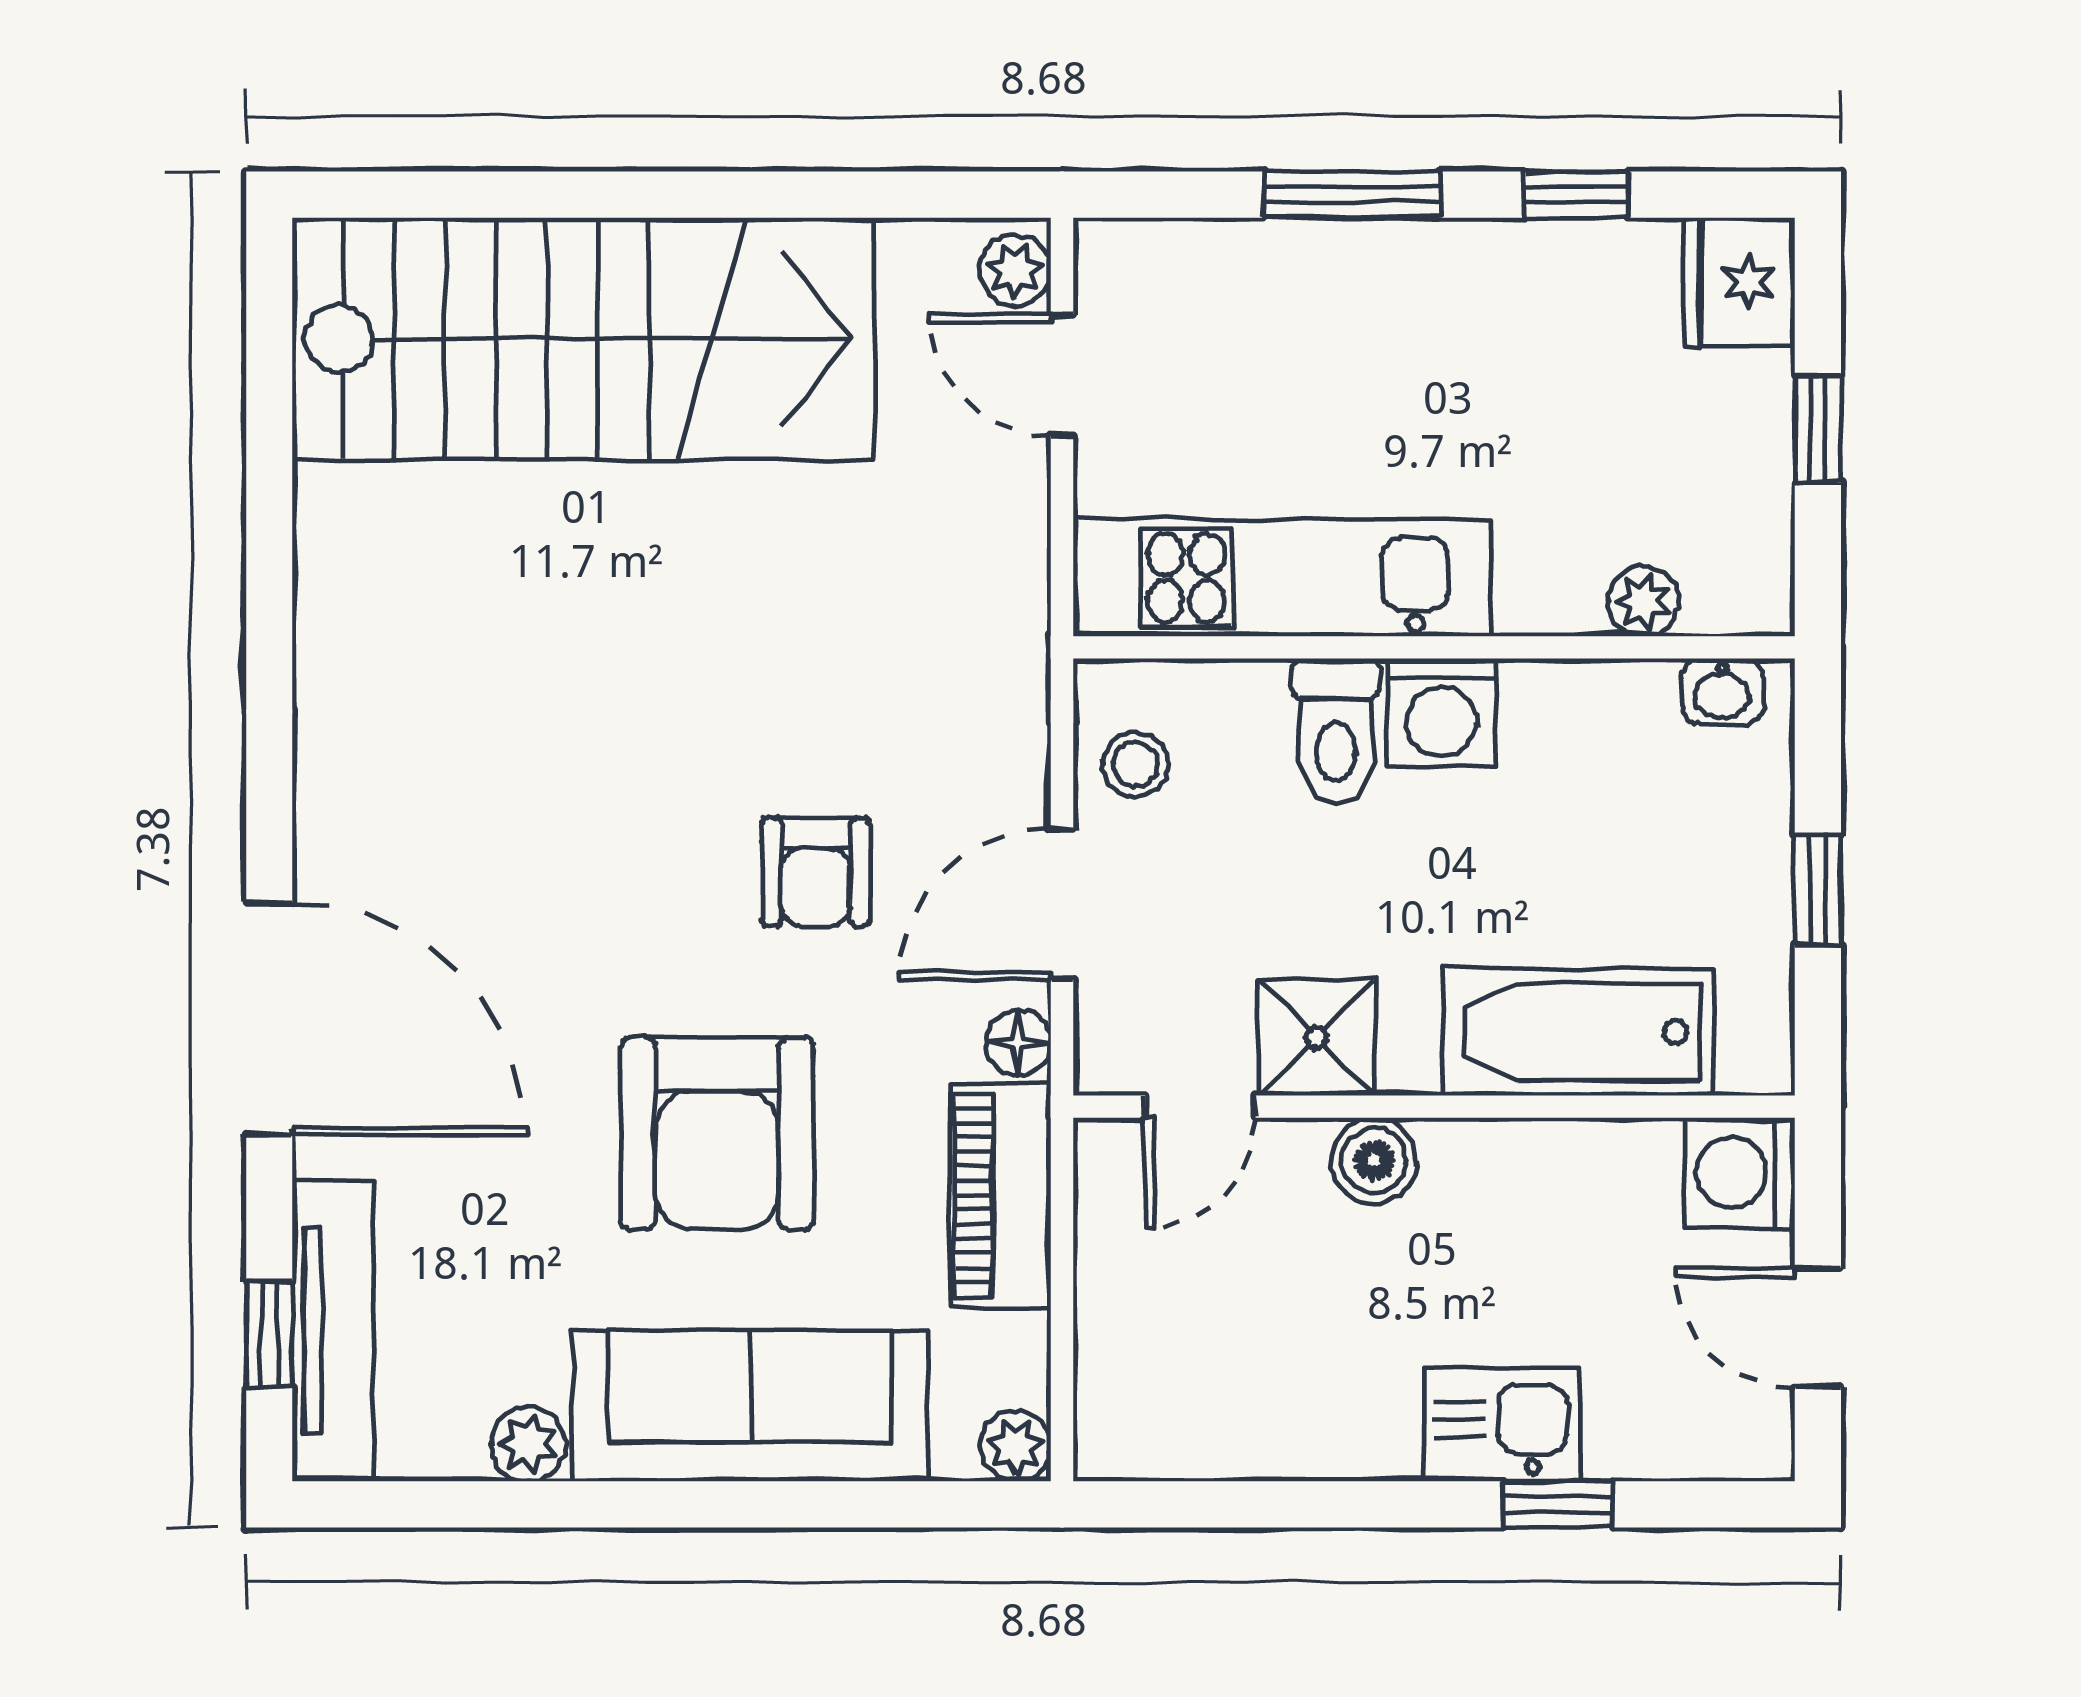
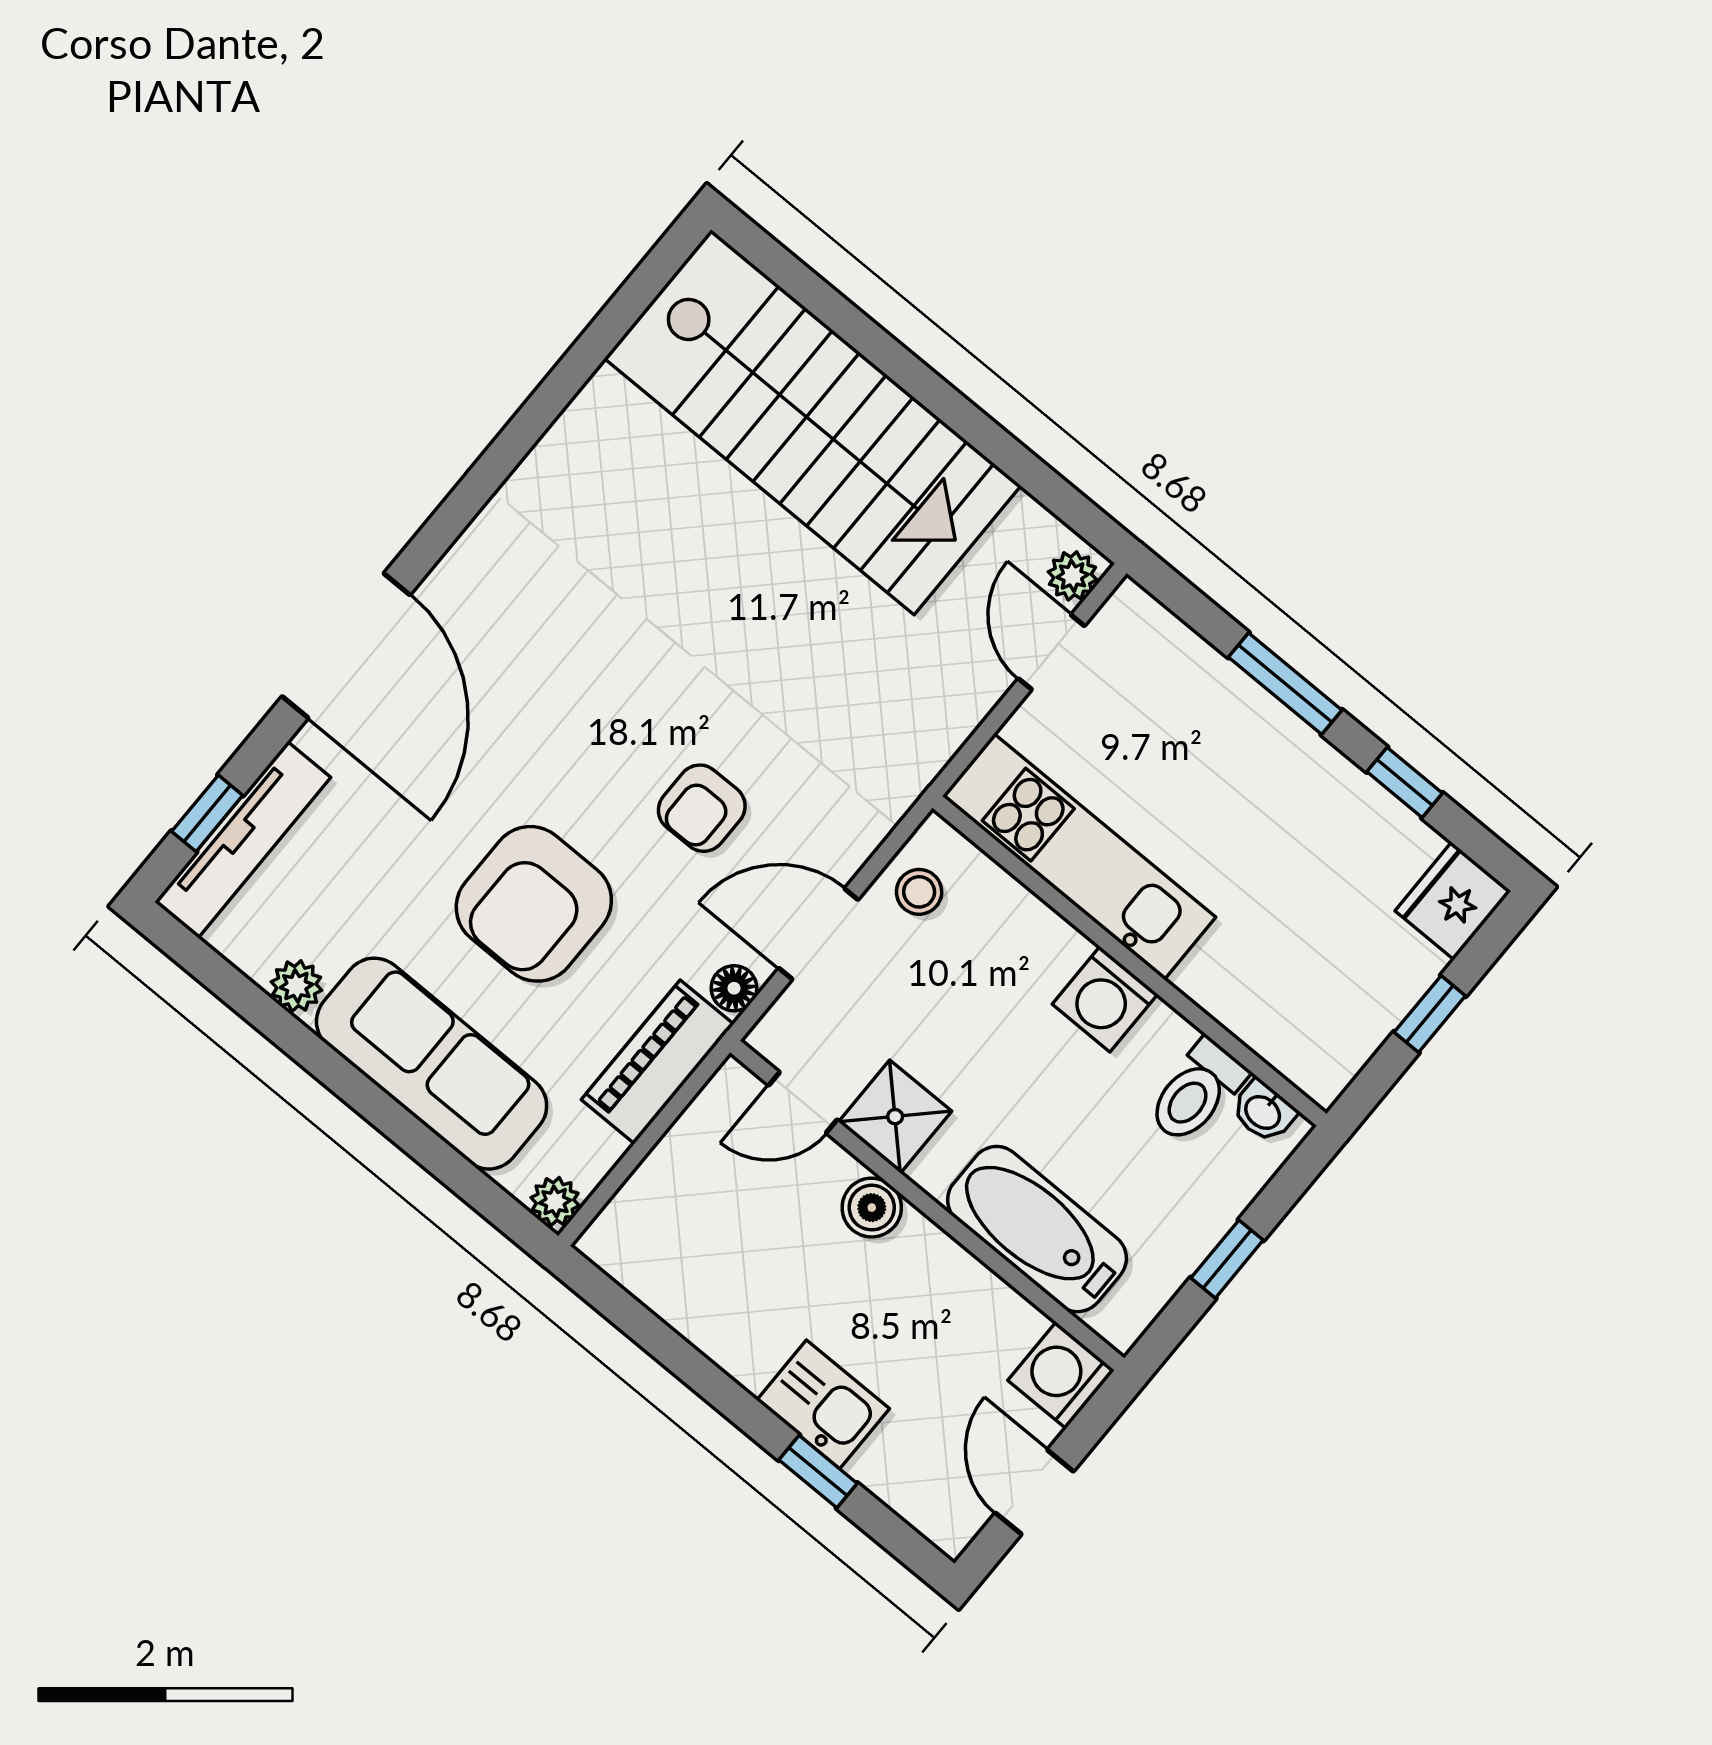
plant: (1643, 601) -> (1261, 1028), removed
toilet: (1336, 732) -> (1197, 1092), moved

